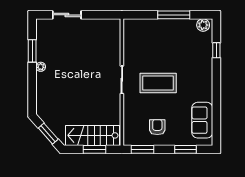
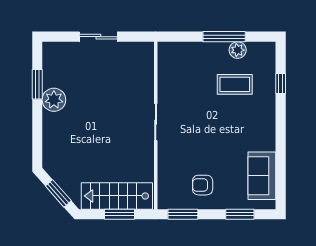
sliding door: (67, 15) -> (98, 37), moved
plant: (203, 25) -> (238, 50), moved
plant: (41, 67) -> (54, 100), width x1.87, depth x1.87
coffee table: (158, 83) -> (235, 84), moved, width x0.73, depth x0.76
armchair: (157, 127) -> (203, 185), turned -90

